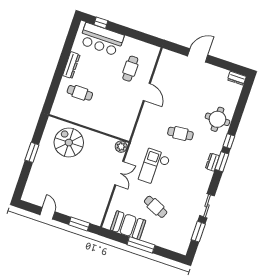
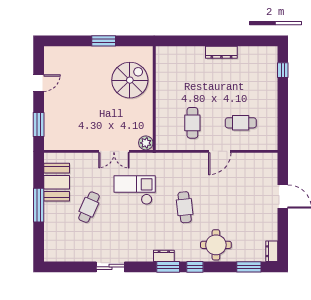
bar counter: (102, 39) -> (264, 78), removed
cafe table: (80, 93) -> (192, 123), moved
window: (198, 232) -> (249, 267), moved

